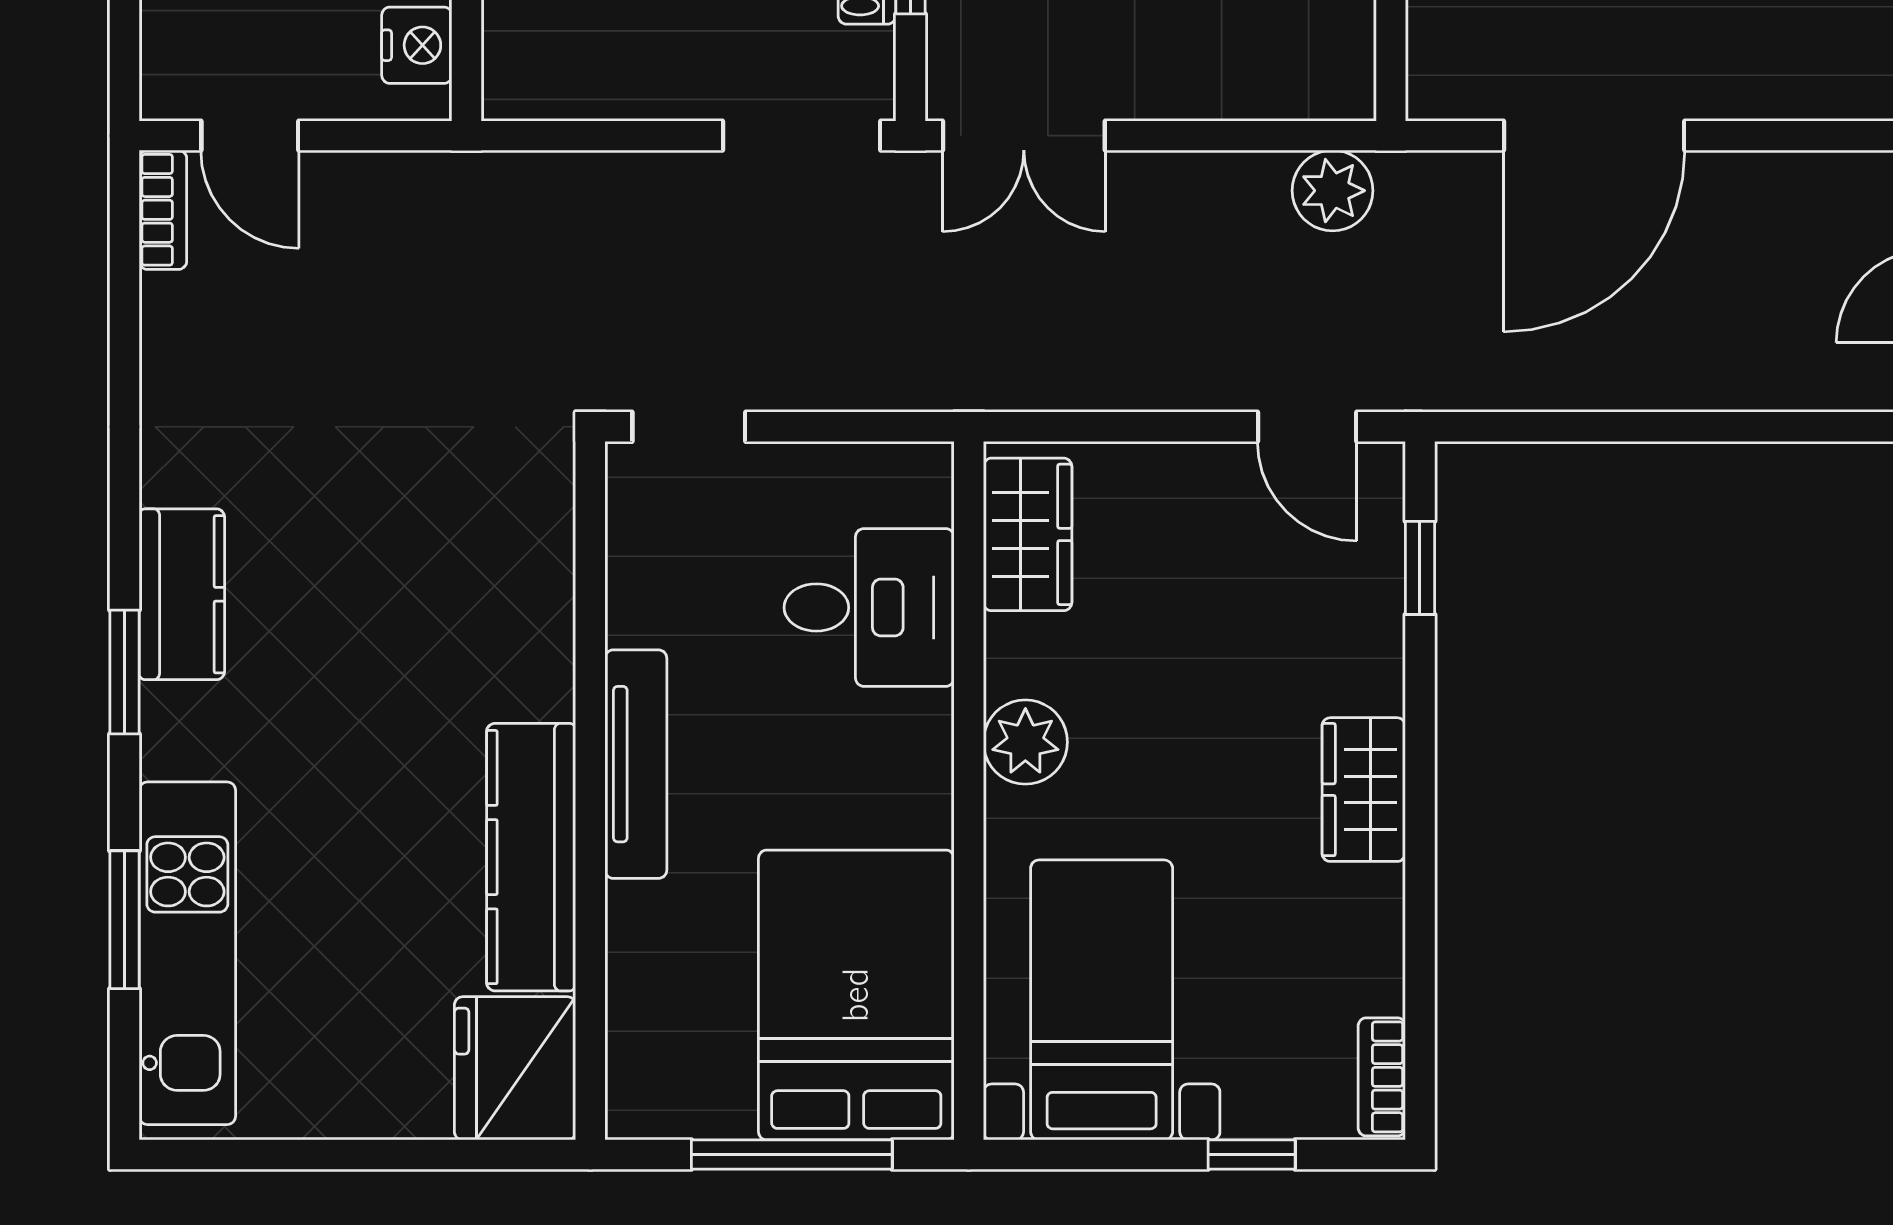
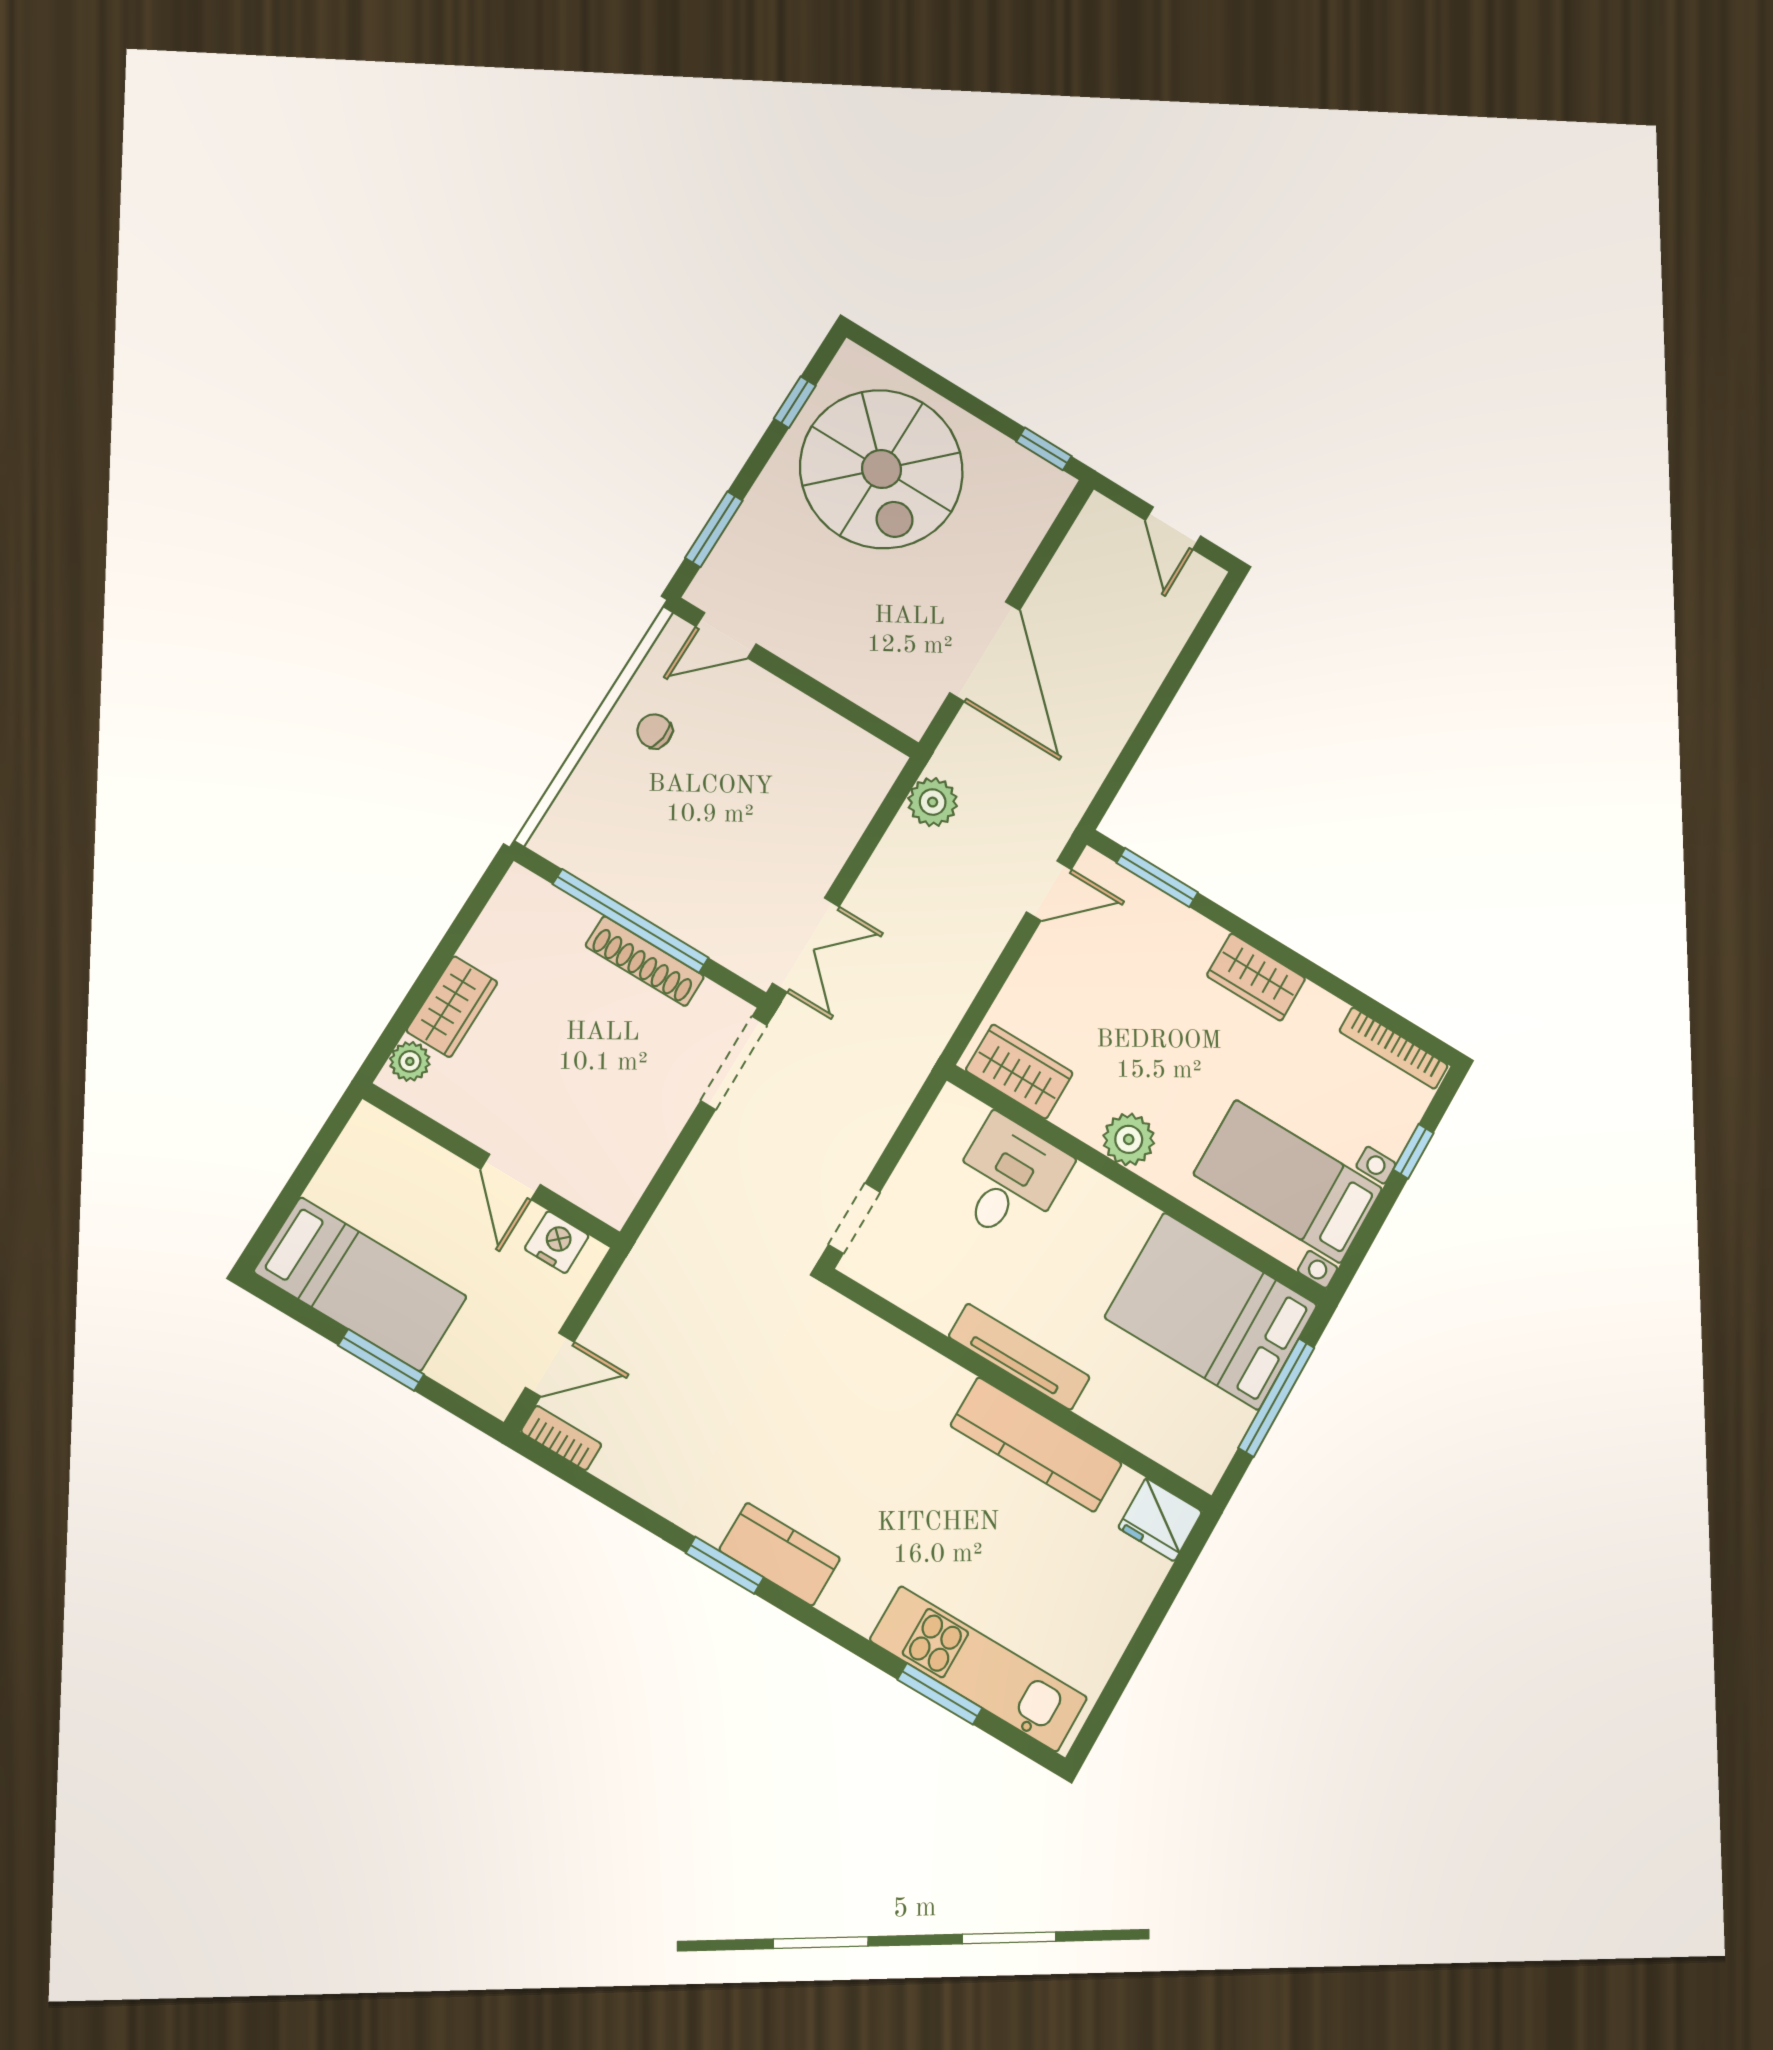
window: (1420, 568) -> (1157, 878), width x1.50
window: (124, 672) -> (725, 1565), moved
fridge: (515, 1068) -> (1160, 1520), width x0.73, depth x0.75
bookcase: (1382, 1077) -> (1394, 1048), width x1.56

